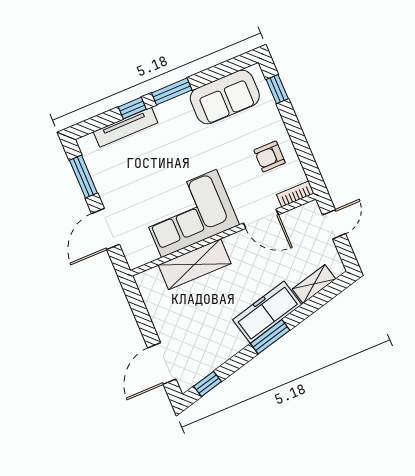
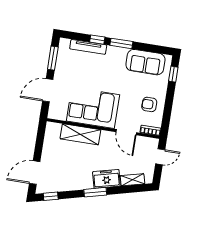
freezer: (267, 312) -> (106, 179), width x0.71

